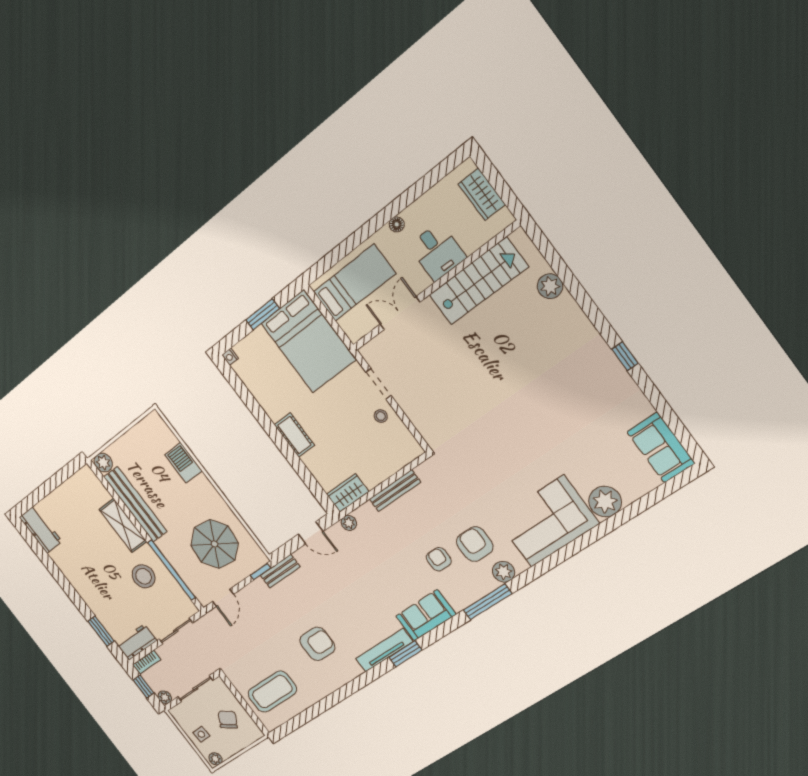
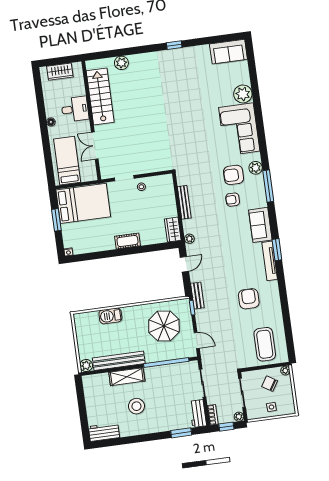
stool: (144, 576) -> (136, 406), moved
plant: (215, 759) -> (285, 371), moved

